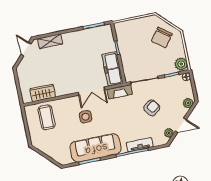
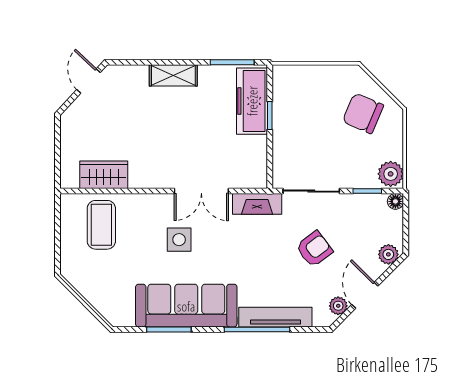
chair: (162, 37) -> (363, 113), turned 76
shelving: (50, 41) -> (173, 75), moved
freezer: (112, 69) -> (252, 101), moved
door: (181, 125) -> (365, 295), swing flipped
tv unit: (140, 145) -> (275, 317), width x1.41

